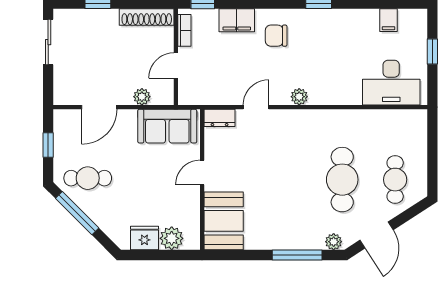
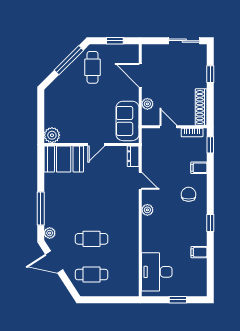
filing cabinet: (237, 20) -> (199, 168), width x0.50
filing cabinet: (389, 20) -> (199, 252), moved
door: (202, 173) -> (96, 144), swing flipped
cafe table: (342, 180) -> (92, 239), width x0.73, depth x0.74
fridge: (144, 238) -> (52, 106), removed
plant: (172, 238) -> (52, 135), moved

